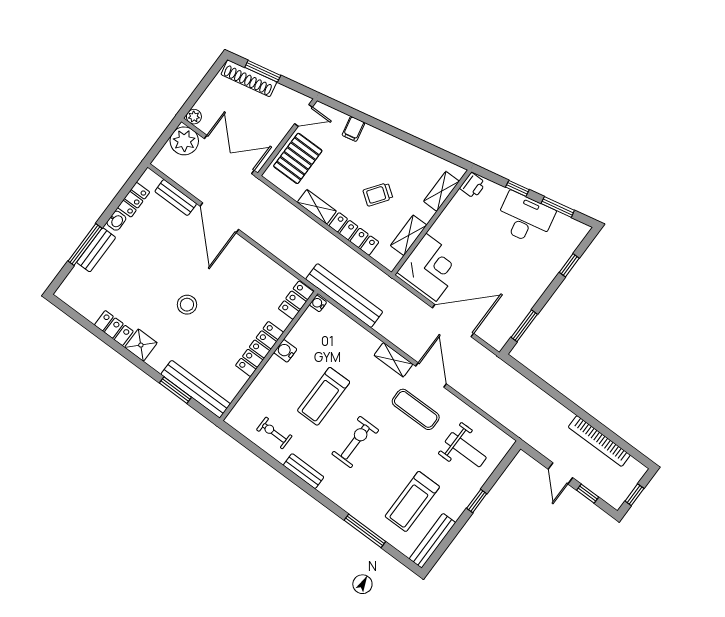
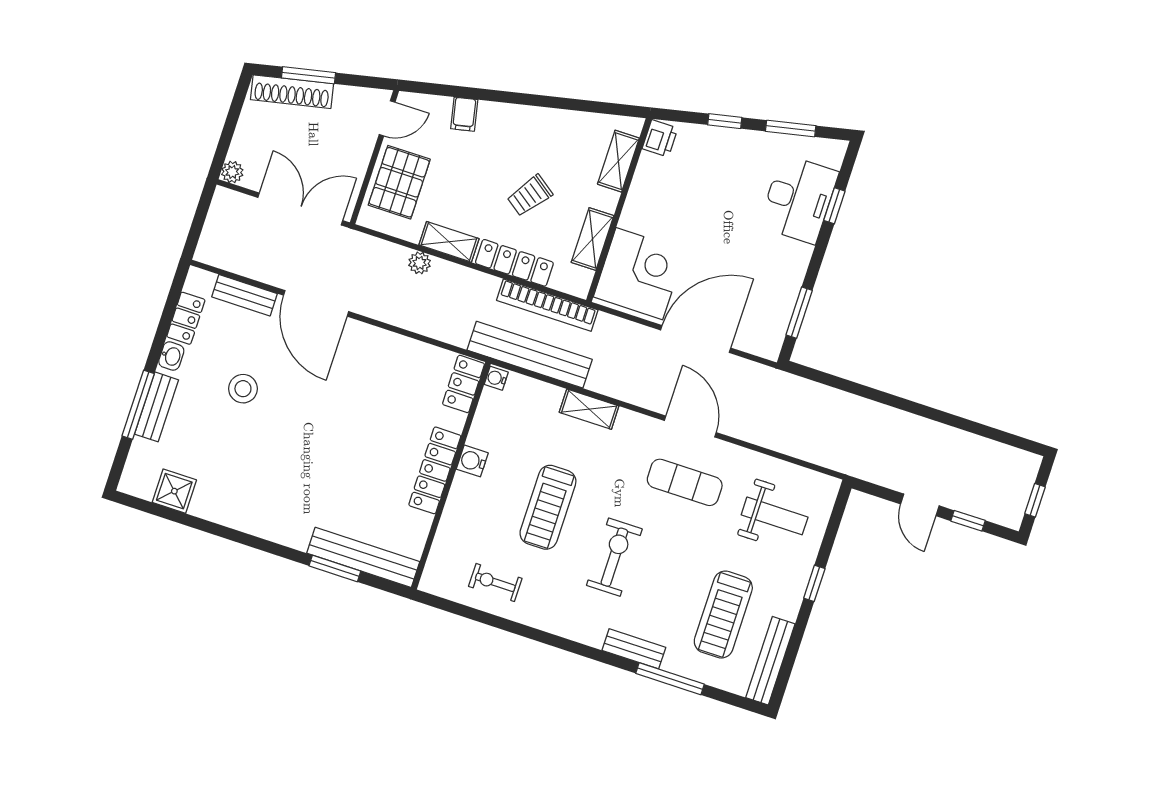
plant: (184, 141) -> (420, 263), moved, width x0.53, depth x0.53
desk: (525, 218) -> (799, 199), moved, turned 102
stool: (187, 305) -> (243, 389), moved
locker: (114, 328) -> (218, 509), removed
shower: (141, 345) -> (174, 491), moved
shelving: (393, 360) -> (589, 409), moved
bookcase: (599, 441) -> (547, 305), moved
bench: (304, 471) -> (634, 649), moved

